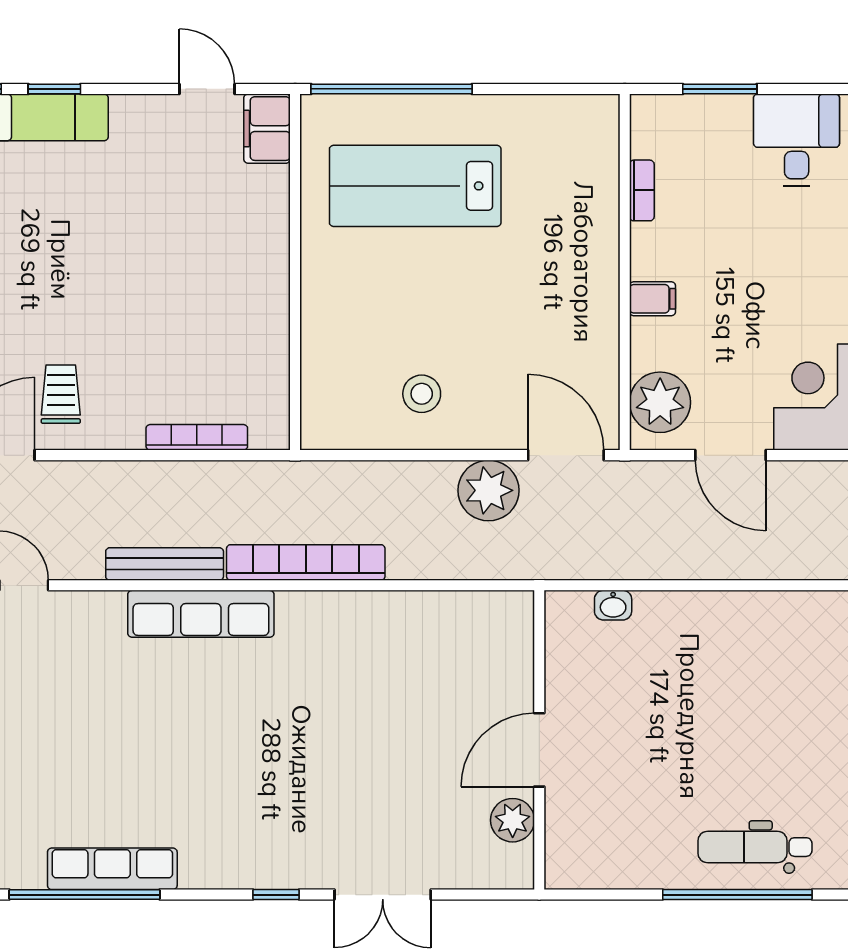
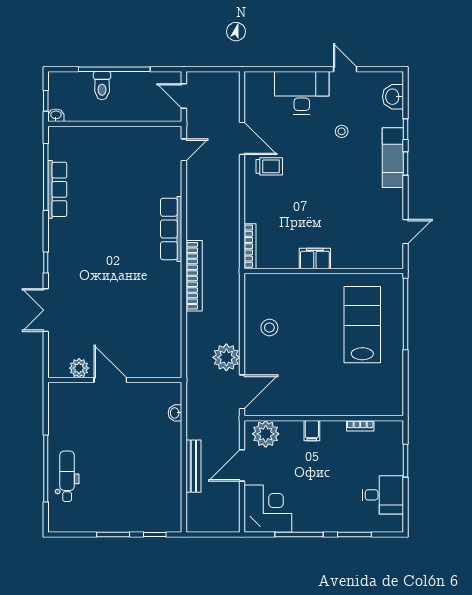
filing cabinet: (267, 129) -> (315, 258), moved
bookcase: (197, 437) -> (250, 246), moved
bench: (165, 564) -> (193, 466), moved

